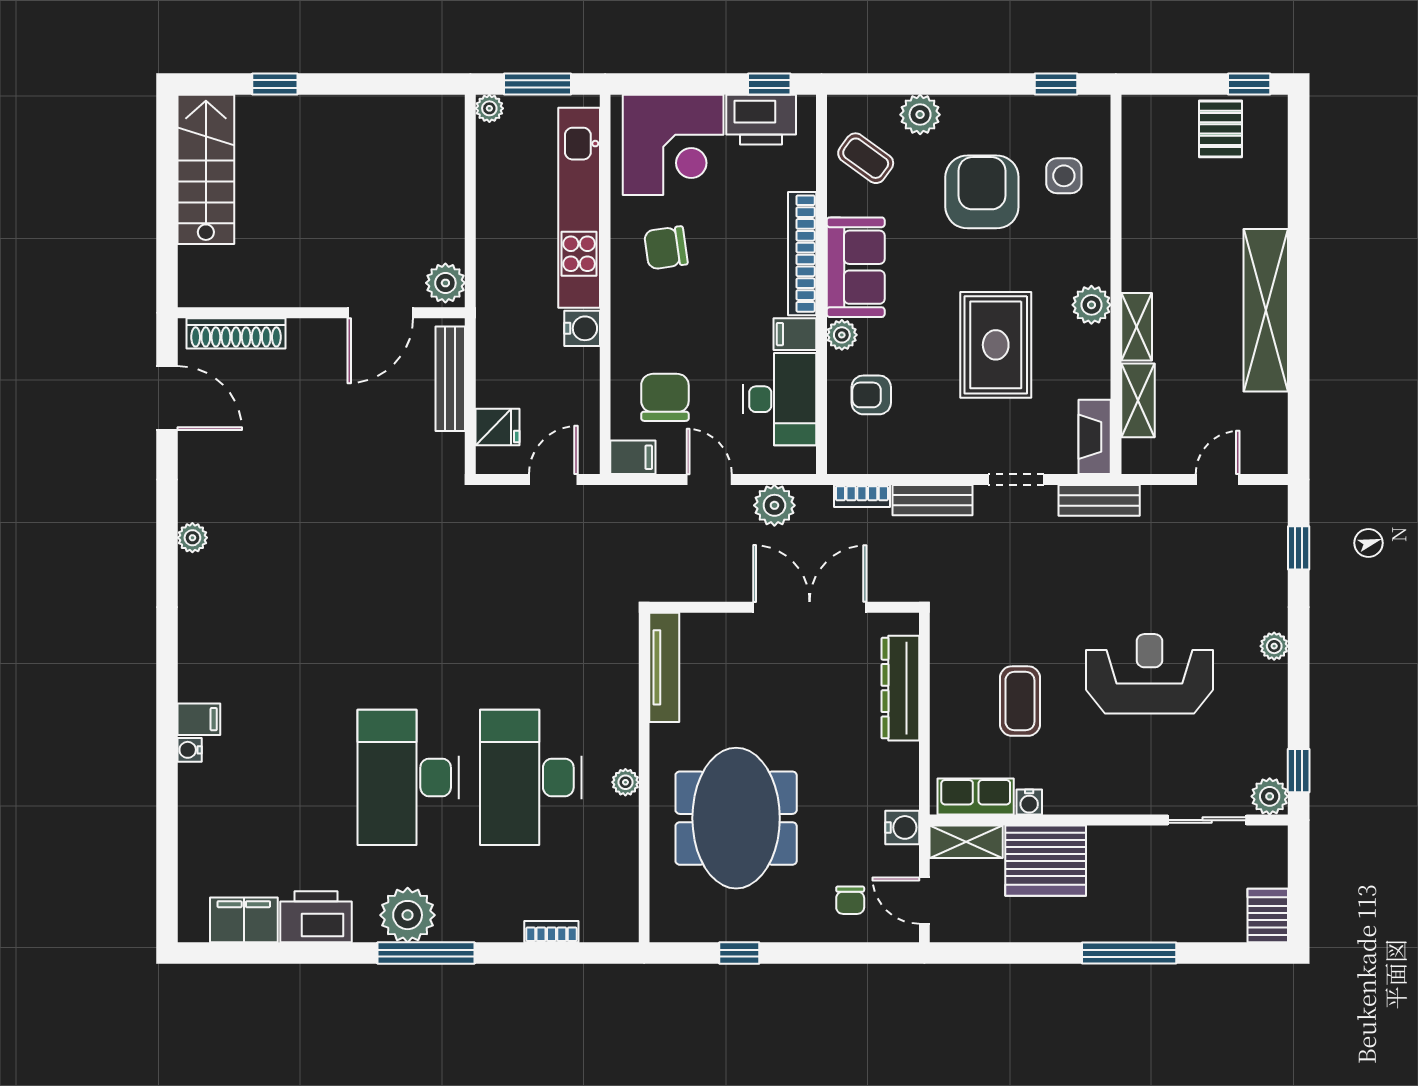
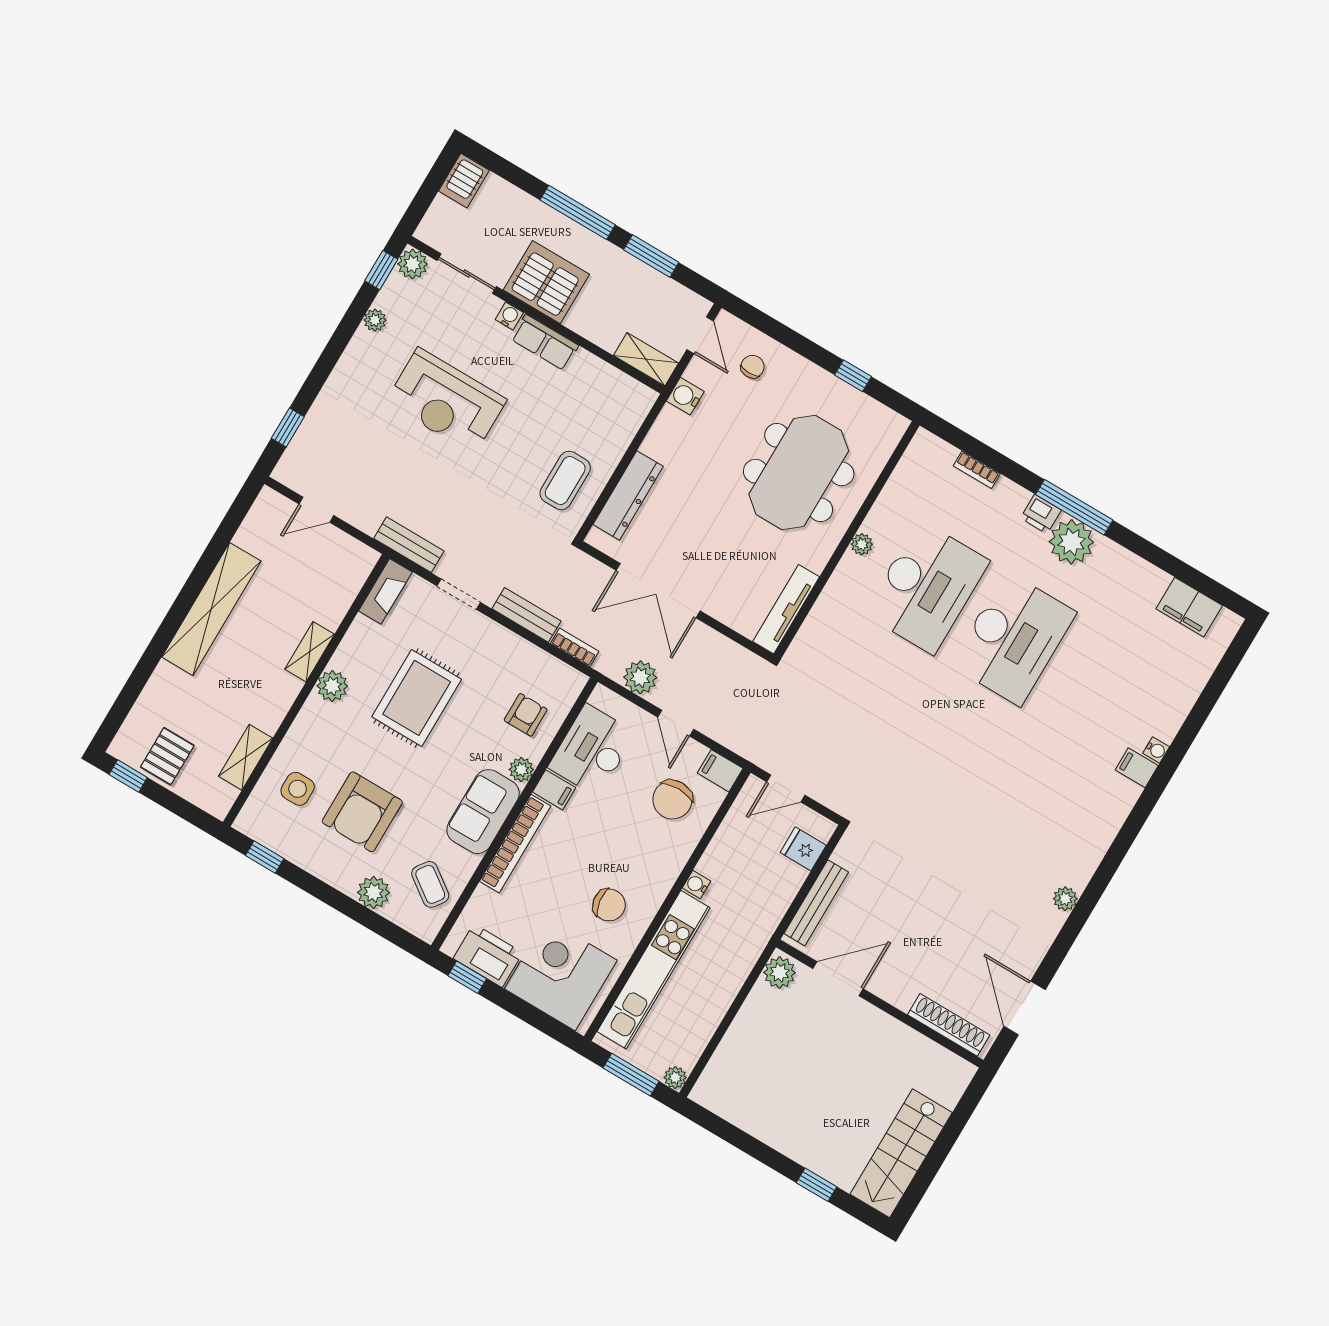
water cooler: (582, 328) -> (696, 885), width x0.72, depth x0.72
armchair: (871, 395) -> (526, 715), turned -90
shelving: (1138, 400) -> (246, 757), moved
plant: (1274, 646) -> (375, 320), moved
coffee table: (1020, 701) -> (565, 480), moved
row of seats: (976, 797) -> (545, 342), moved
water cooler: (1029, 802) -> (509, 316), moved
server rack: (1046, 861) -> (546, 282), moved
printer: (316, 917) -> (1041, 514), moved, width x0.53, depth x0.68
window: (1025, 953) -> (651, 256), added

